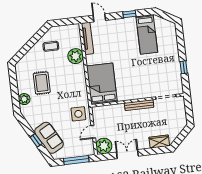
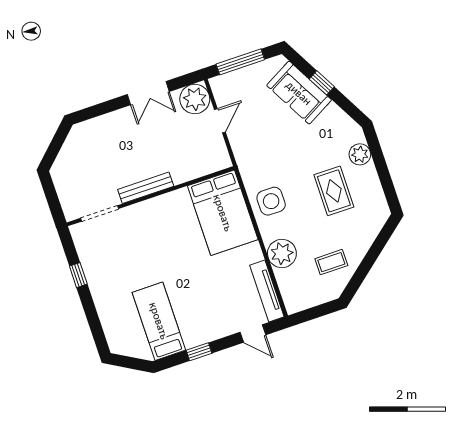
side table: (78, 114) -> (271, 201), moved
wardrobe: (159, 142) -> (94, 128), removed

